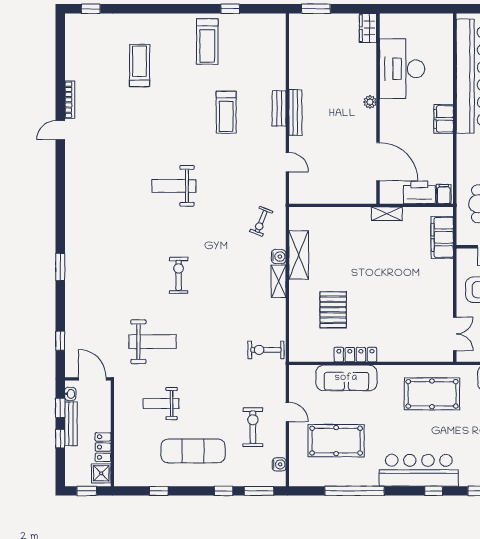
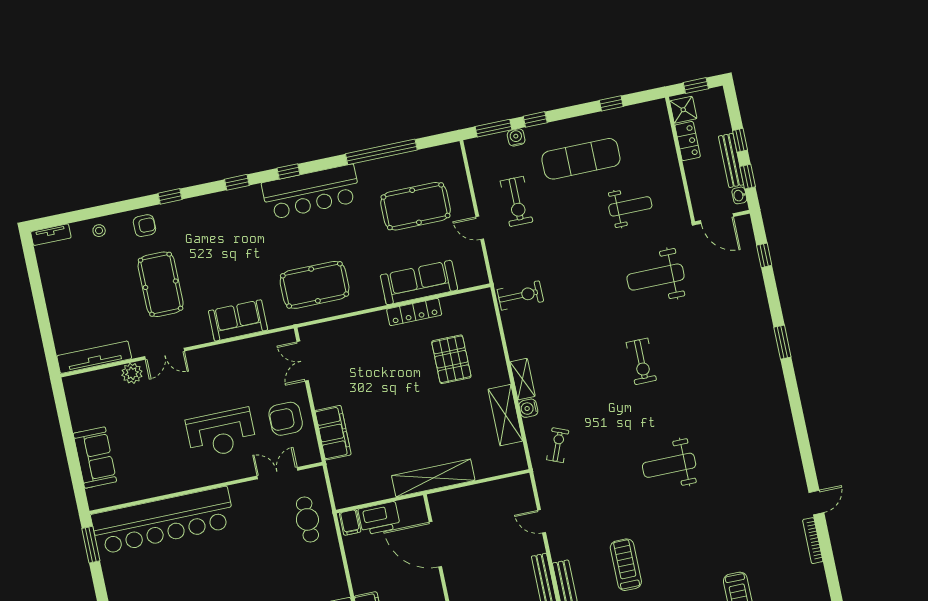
weight bench: (174, 186) -> (669, 465), turned 180
shelving: (387, 214) -> (433, 478), width x2.20, depth x1.33
filing cabinet: (442, 237) -> (333, 433), moved
water cooler: (279, 464) -> (516, 137), moved, turned 90

